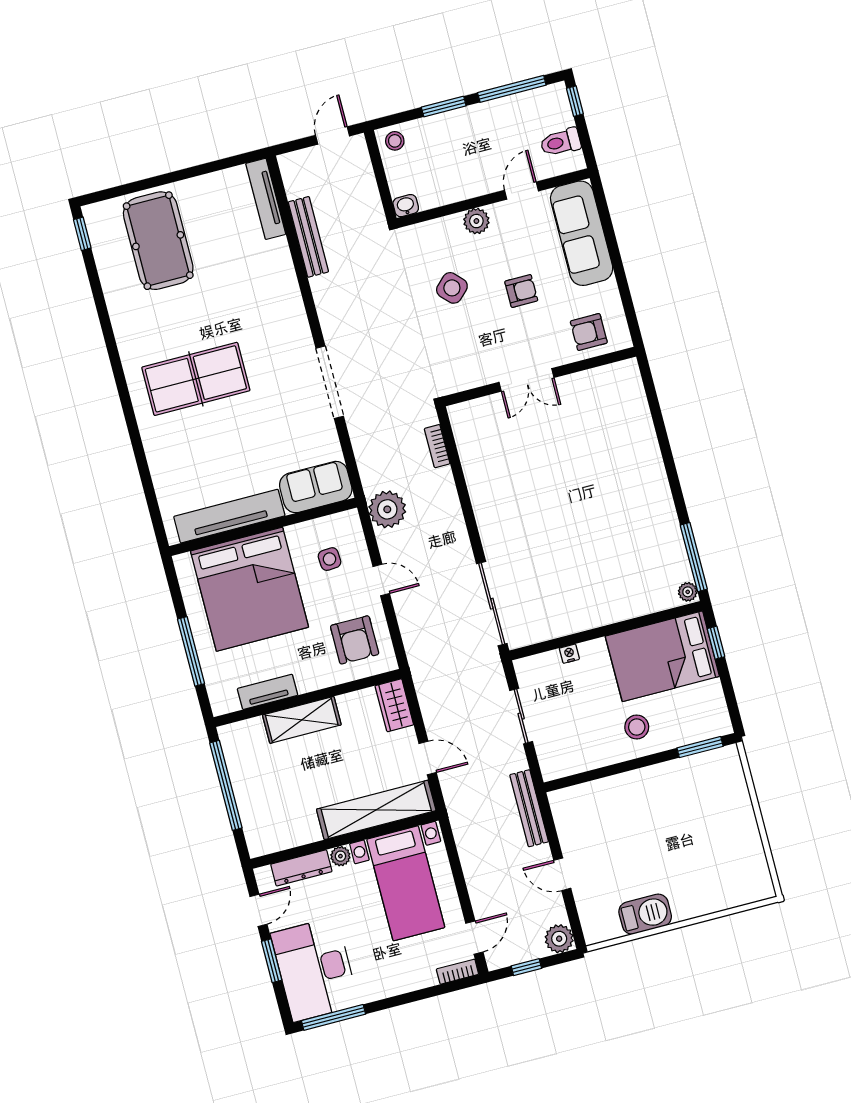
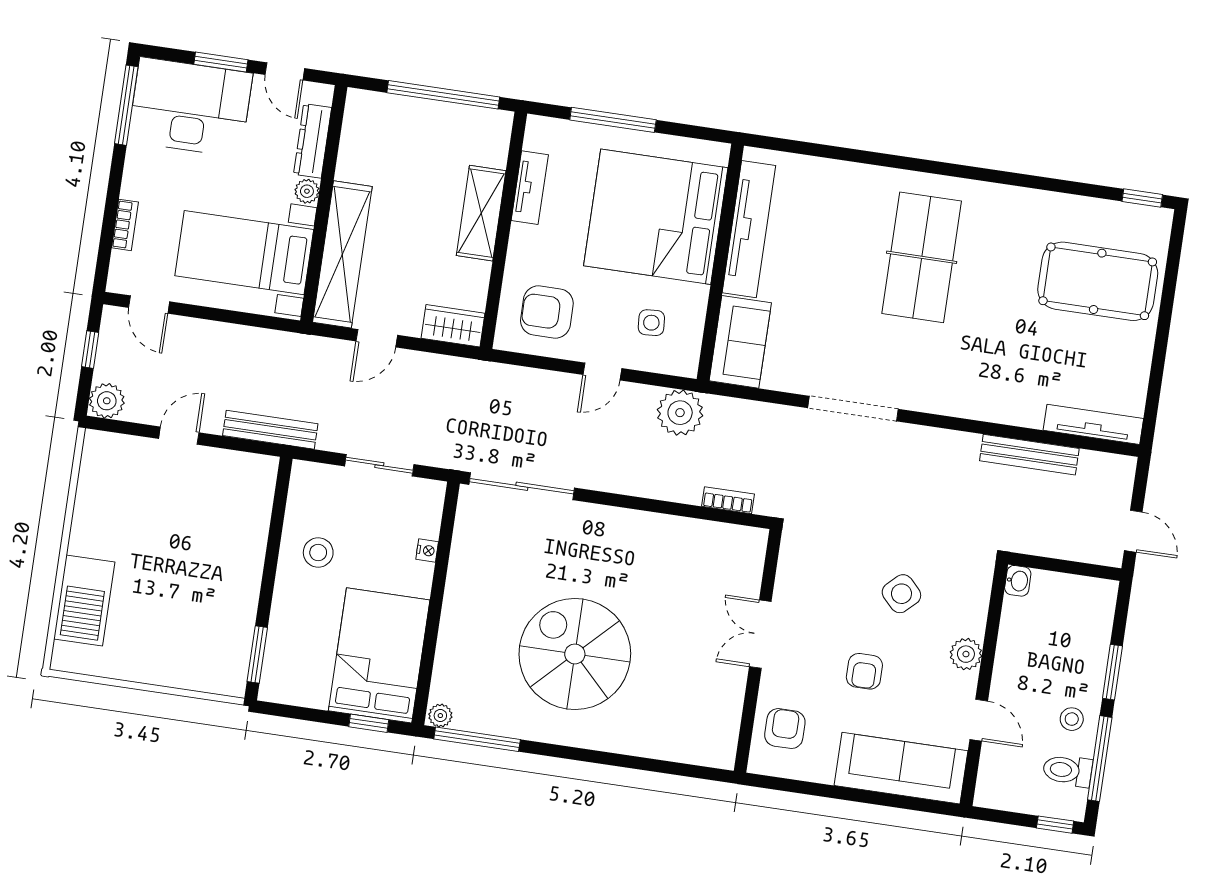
stool: (395, 141) -> (1072, 719), moved
toilet: (561, 142) -> (1067, 770), moved, turned -90
spiral stairs: (600, 511) -> (575, 654), added
stool: (637, 727) -> (318, 552), moved
barbecue: (645, 914) -> (84, 600), moved, width x1.37, depth x1.21
bookcase: (457, 972) -> (125, 225), moved

